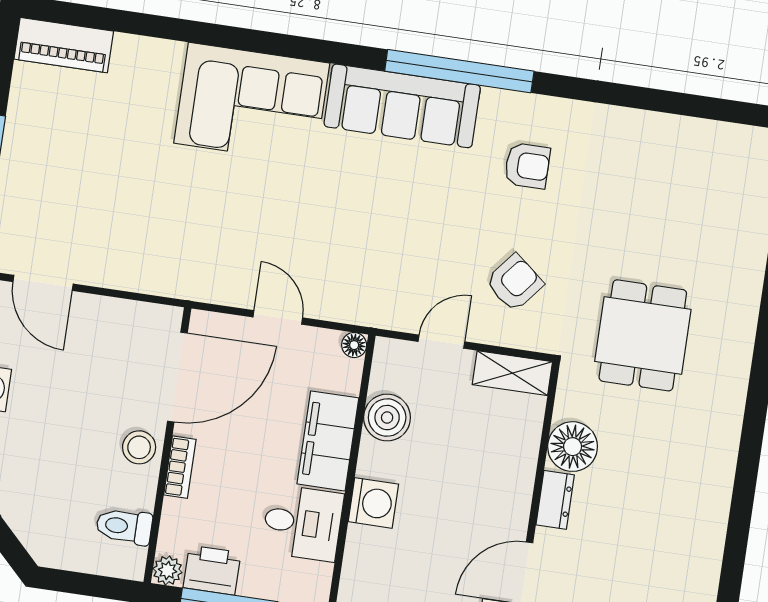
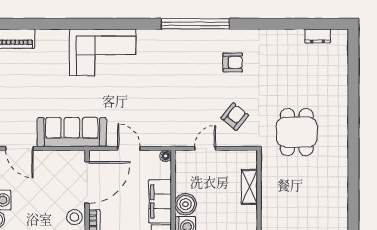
sofa: (402, 106) -> (72, 132), moved, turned 180
shelving: (512, 373) -> (249, 187), moved, turned 90
boiler: (387, 418) -> (186, 204), moved
floor lamp: (573, 447) -> (272, 188), removed
dresser: (555, 500) -> (318, 36), moved, turned 90

